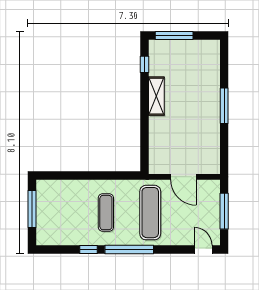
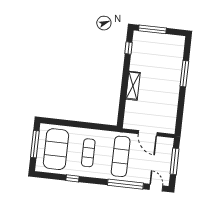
shelving: (156, 96) -> (133, 86), moved
window: (224, 106) -> (184, 74), moved
exercise mat: (62, 213) -> (56, 149), added
window: (129, 250) -> (125, 184), moved

